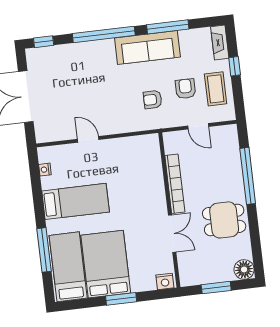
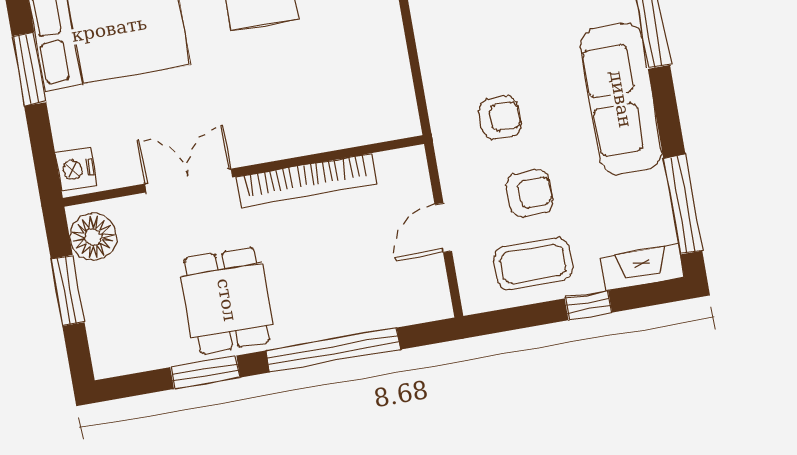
window: (168, 27) -> (683, 204), moved
armchair: (153, 100) -> (500, 117), turned 90
window: (254, 231) -> (205, 372), added
double door: (172, 234) -> (189, 180), swing flipped
floor lamp: (244, 269) -> (93, 237), moved

